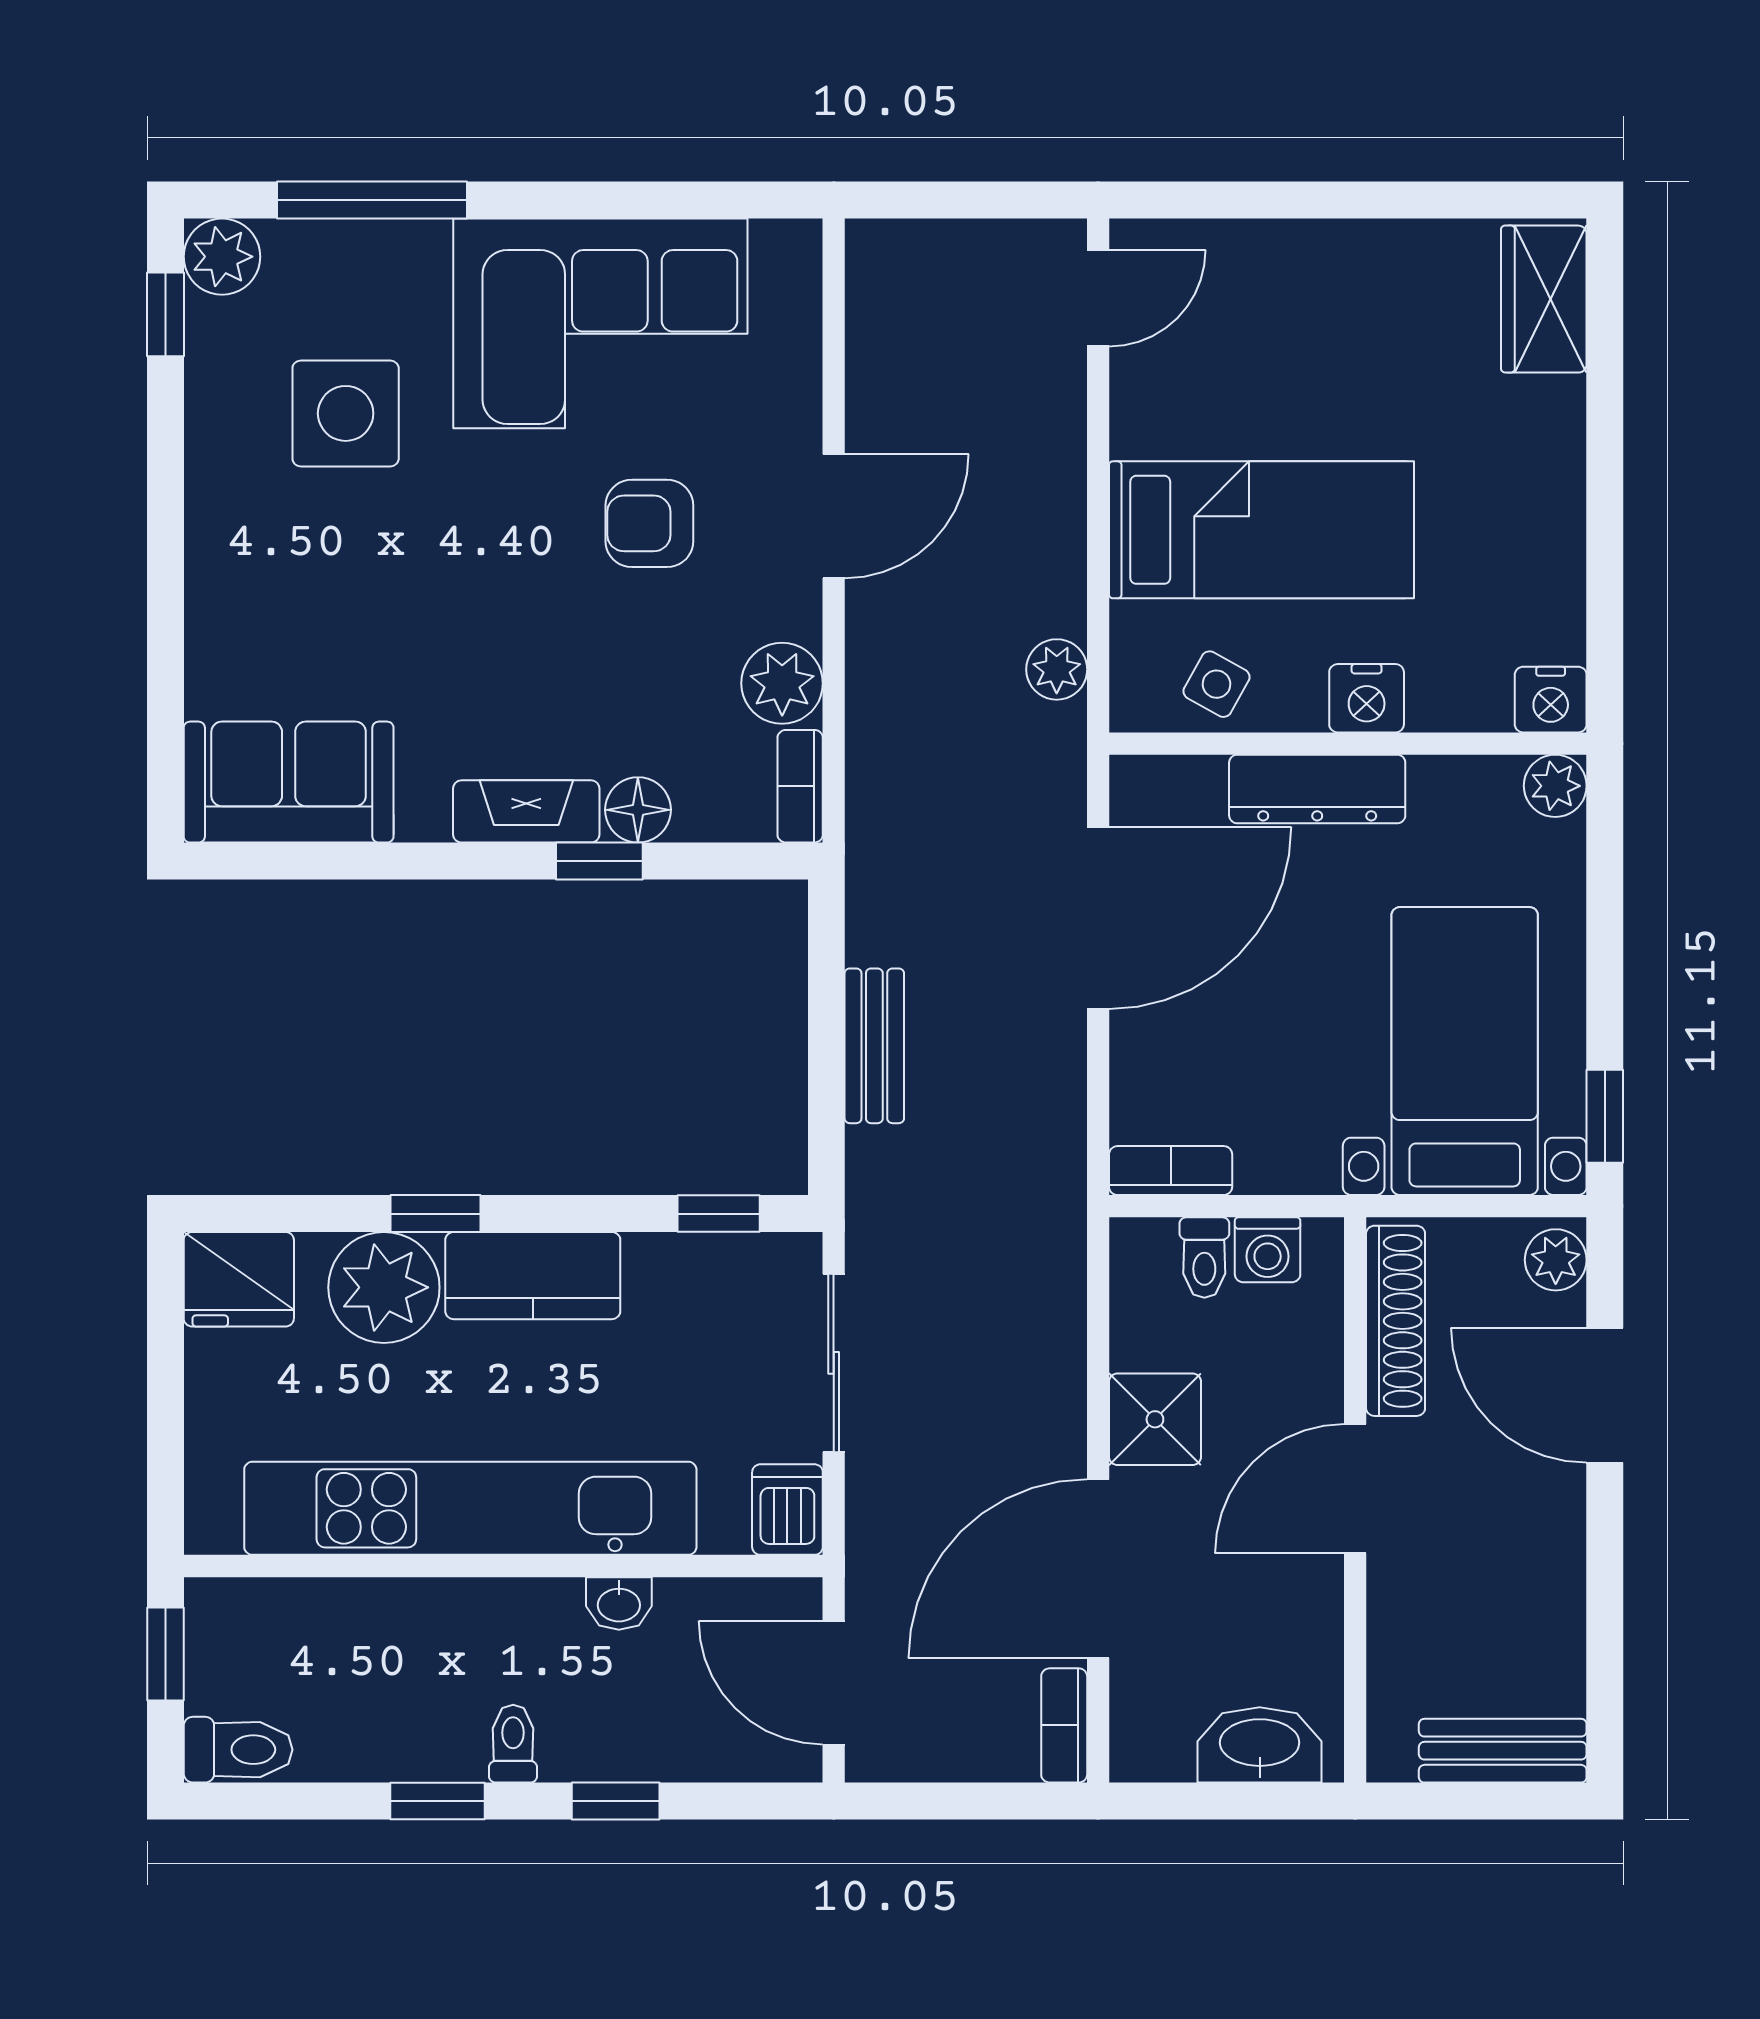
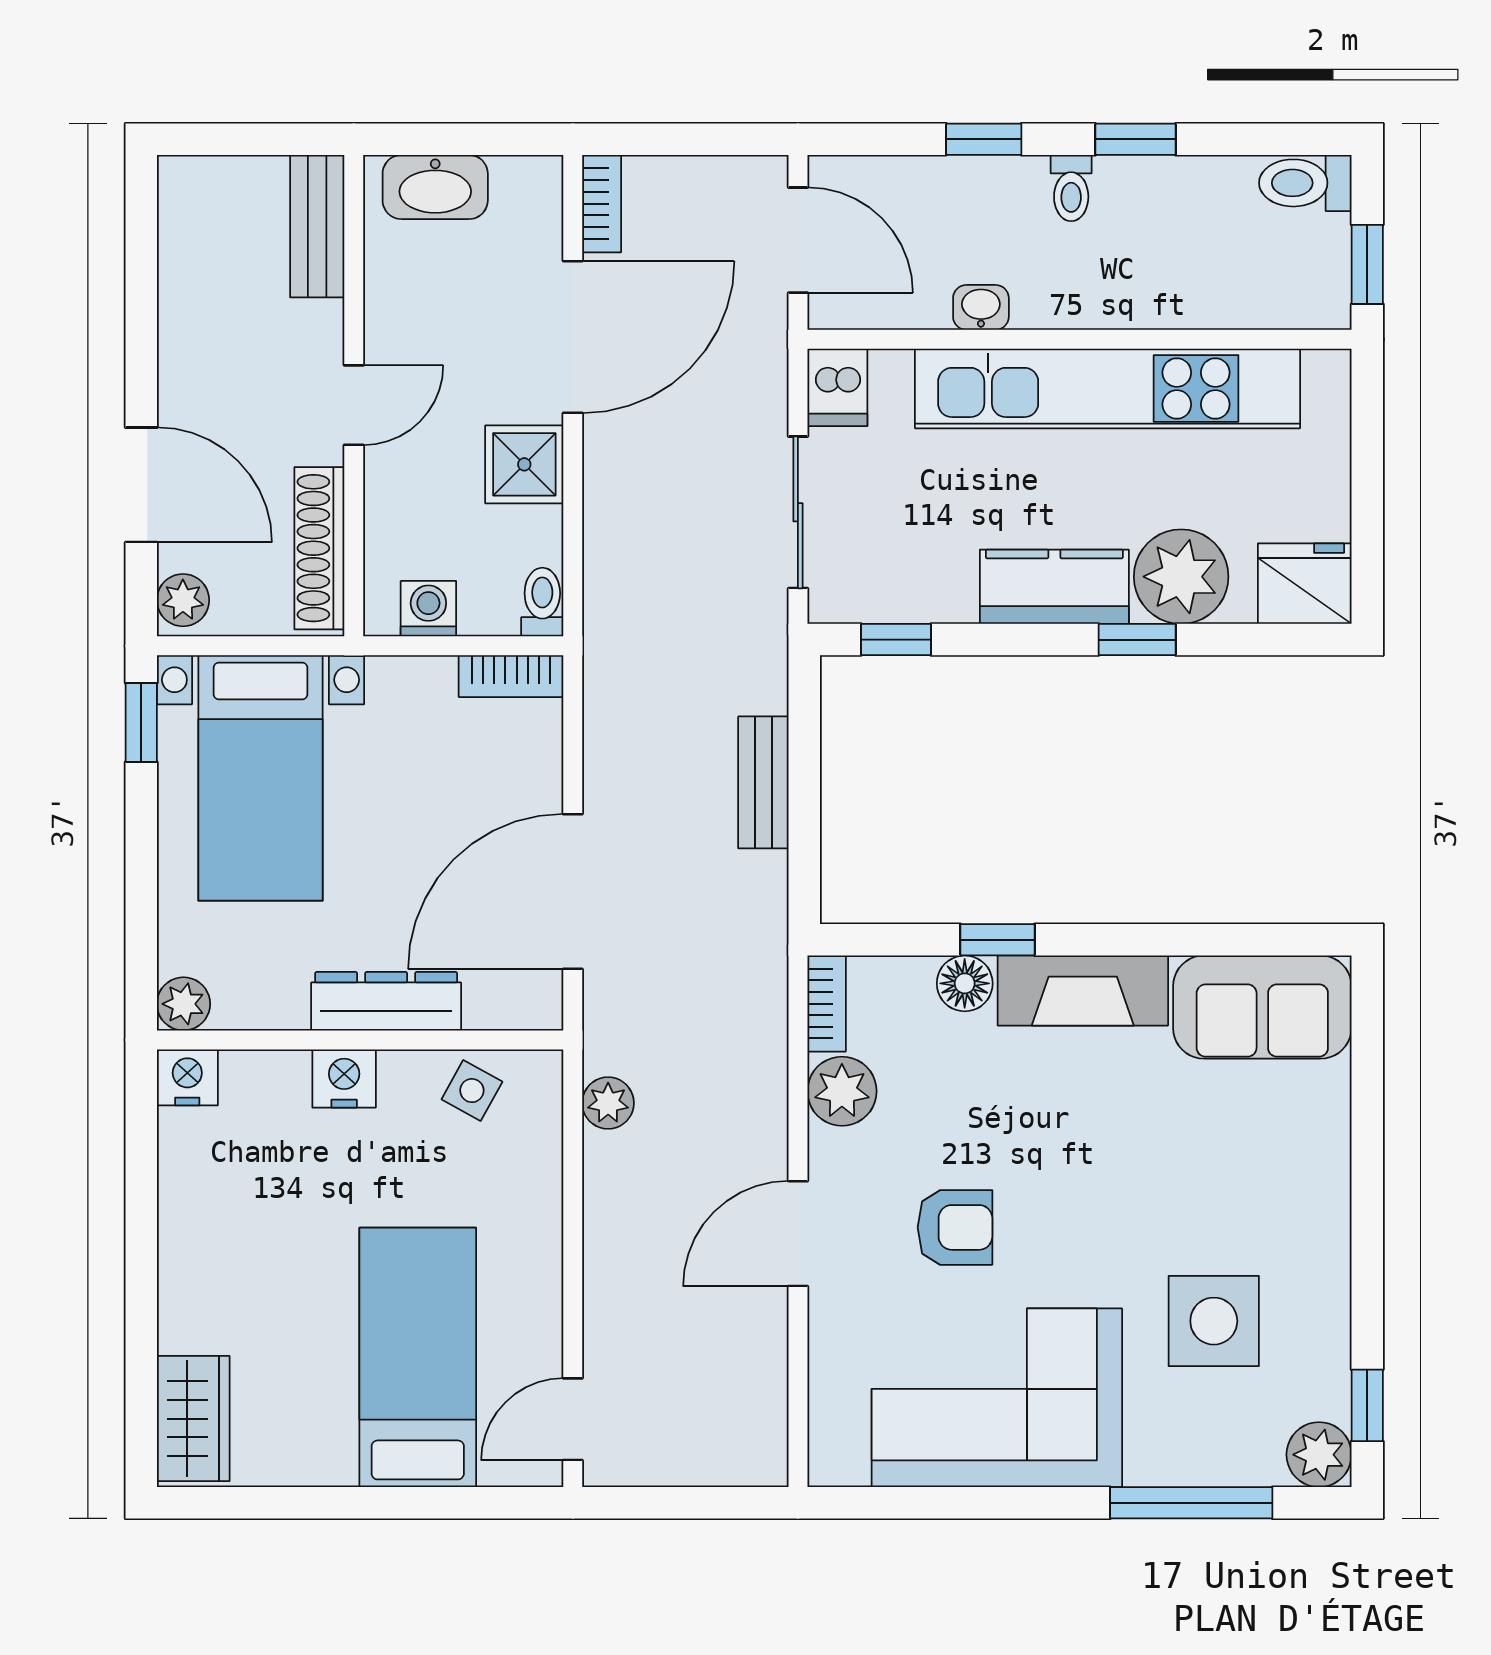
bed: (1261, 530) -> (418, 1357), moved, turned 90
fireplace: (526, 811) -> (1083, 991), width x1.37, depth x1.32
toilet: (1204, 1258) -> (542, 602), moved
door: (1355, 1489) -> (354, 405), width x0.73
bench: (1503, 1751) -> (317, 226), moved, turned 90

